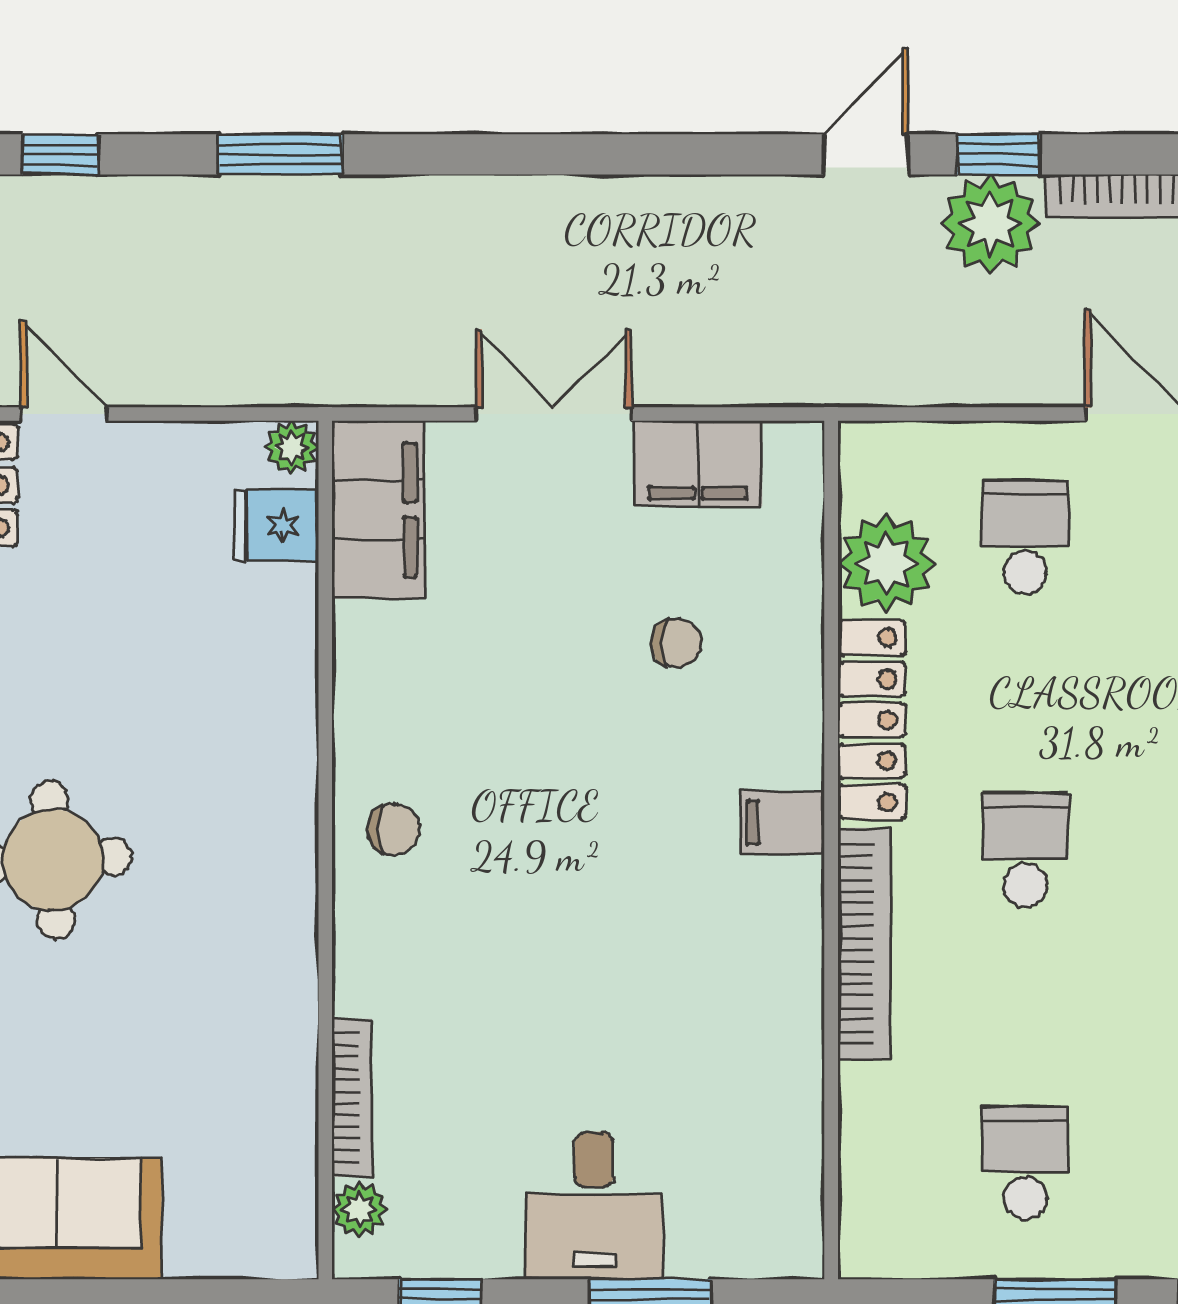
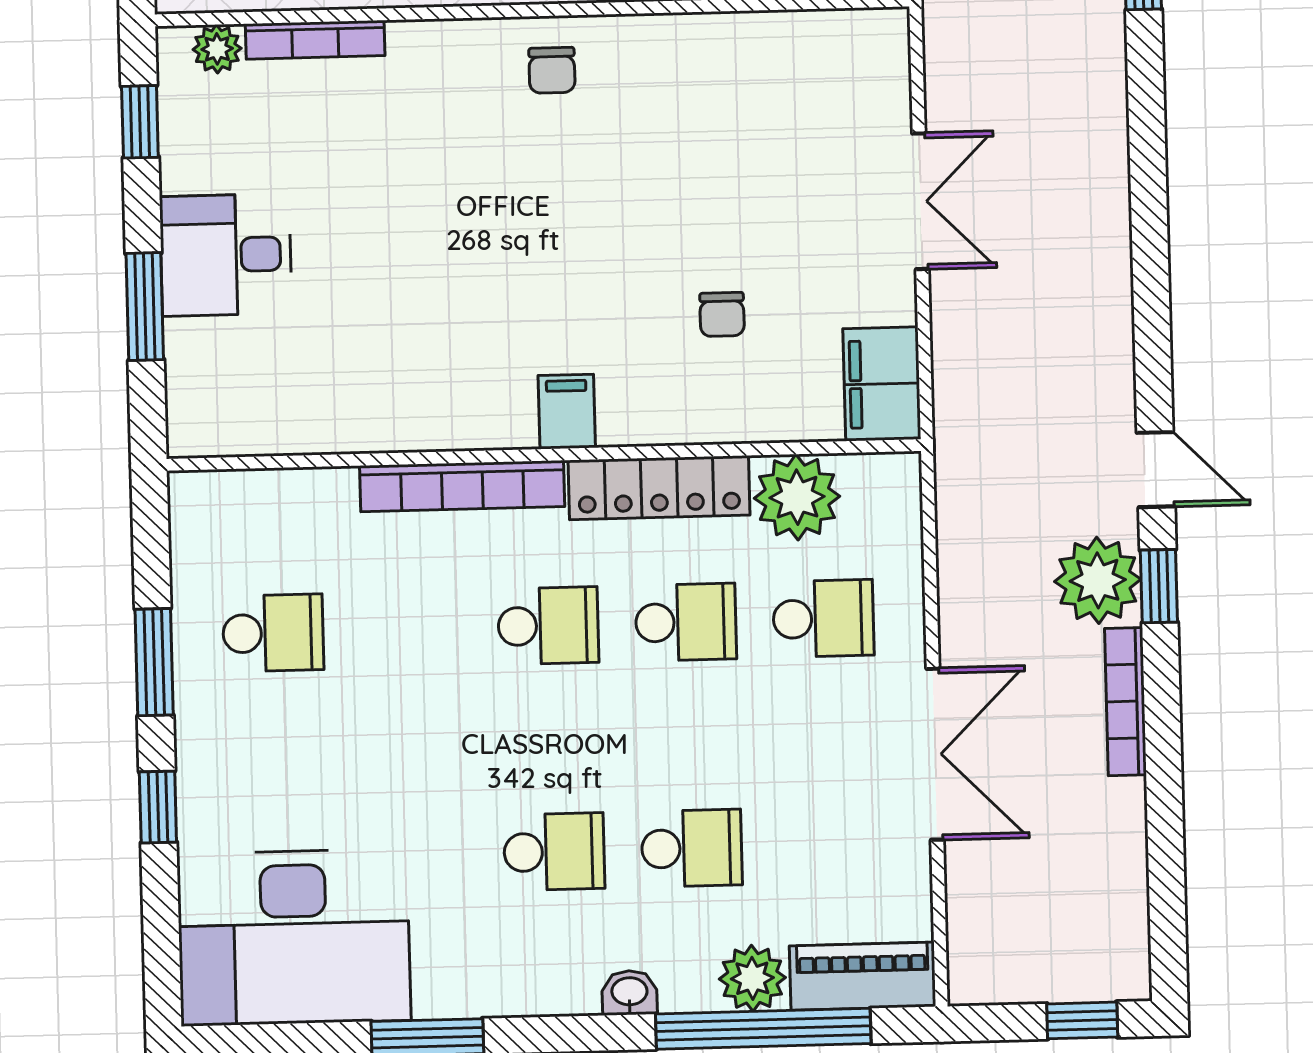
filing cabinet: (698, 463) -> (882, 384), moved
filing cabinet: (378, 510) -> (832, 49), removed
school desk: (1025, 693) -> (686, 622), added

